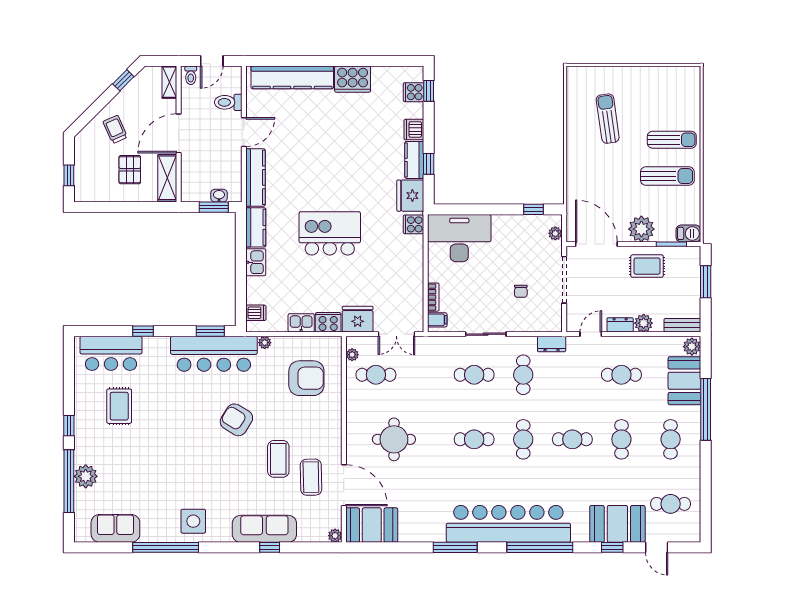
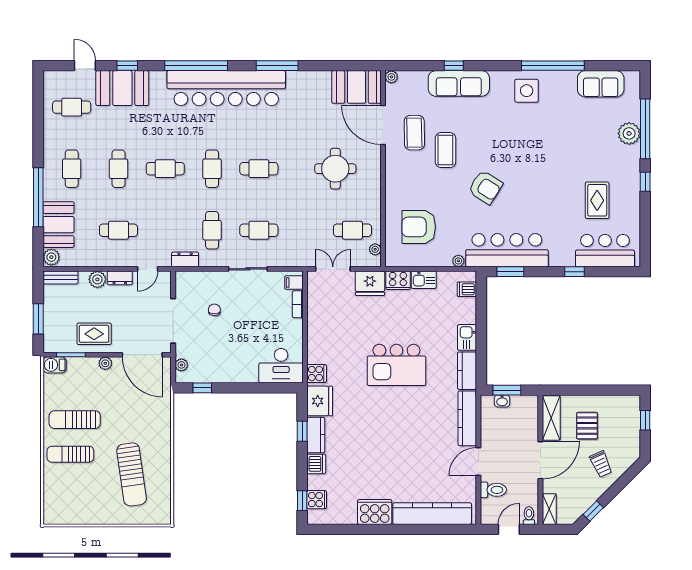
sun lounger: (608, 119) -> (132, 474), width x1.36, depth x1.34
plant: (641, 229) -> (105, 363), width x0.53, depth x0.53
desk: (459, 238) -> (281, 366), width x0.73, depth x0.77

